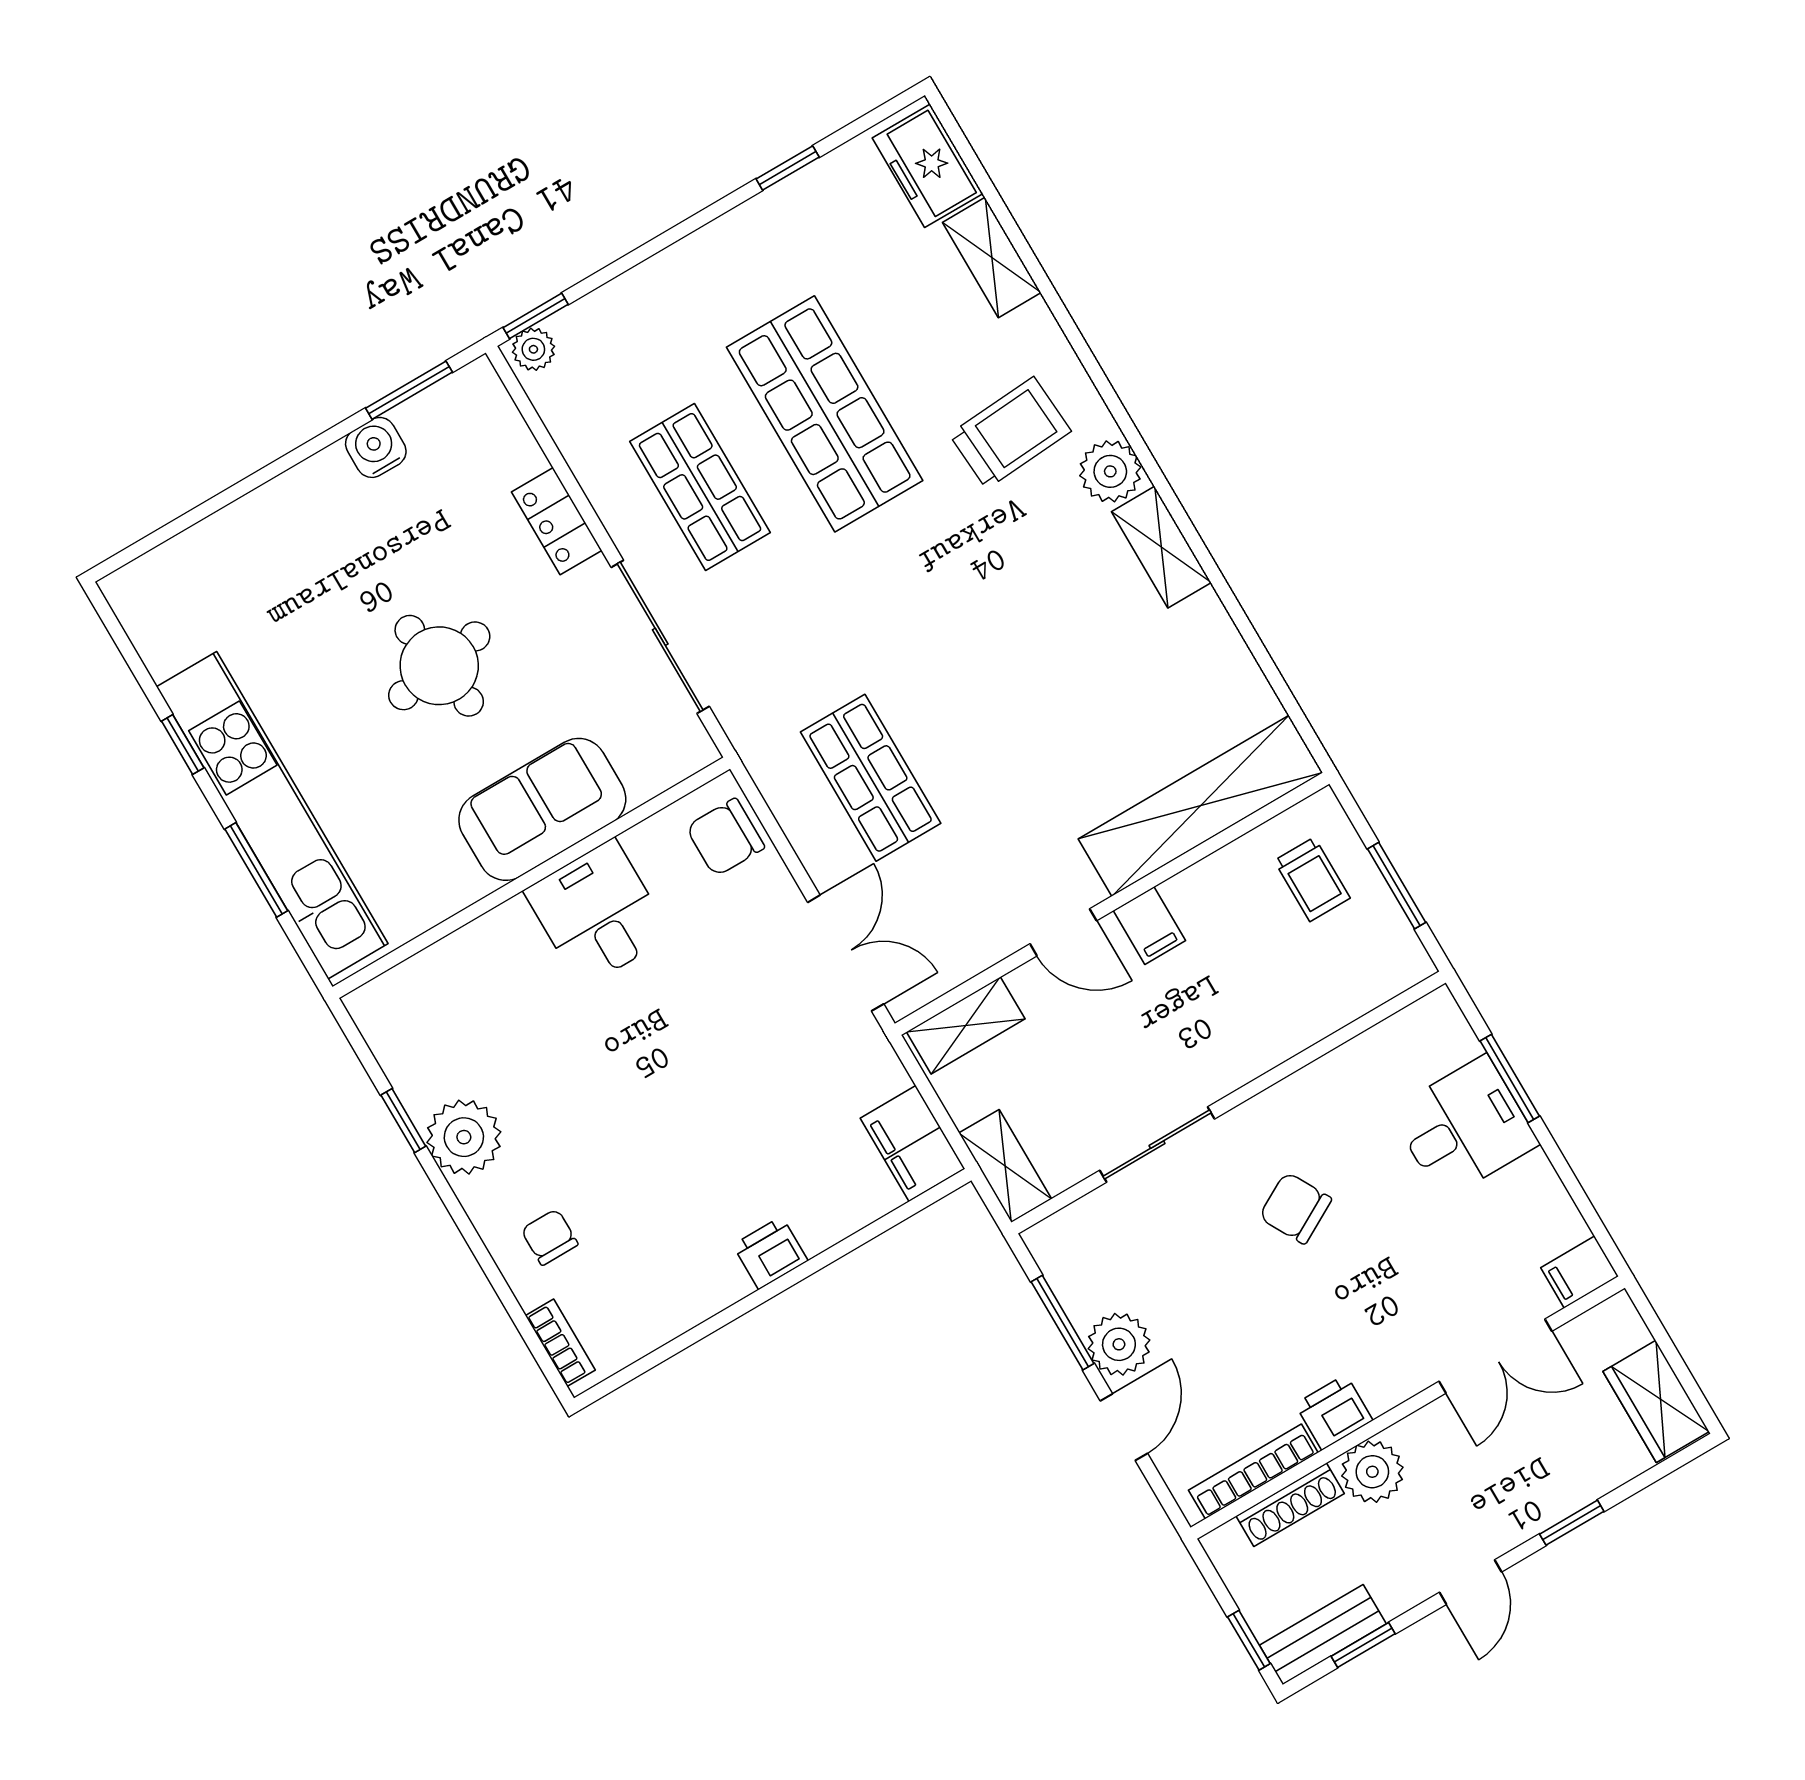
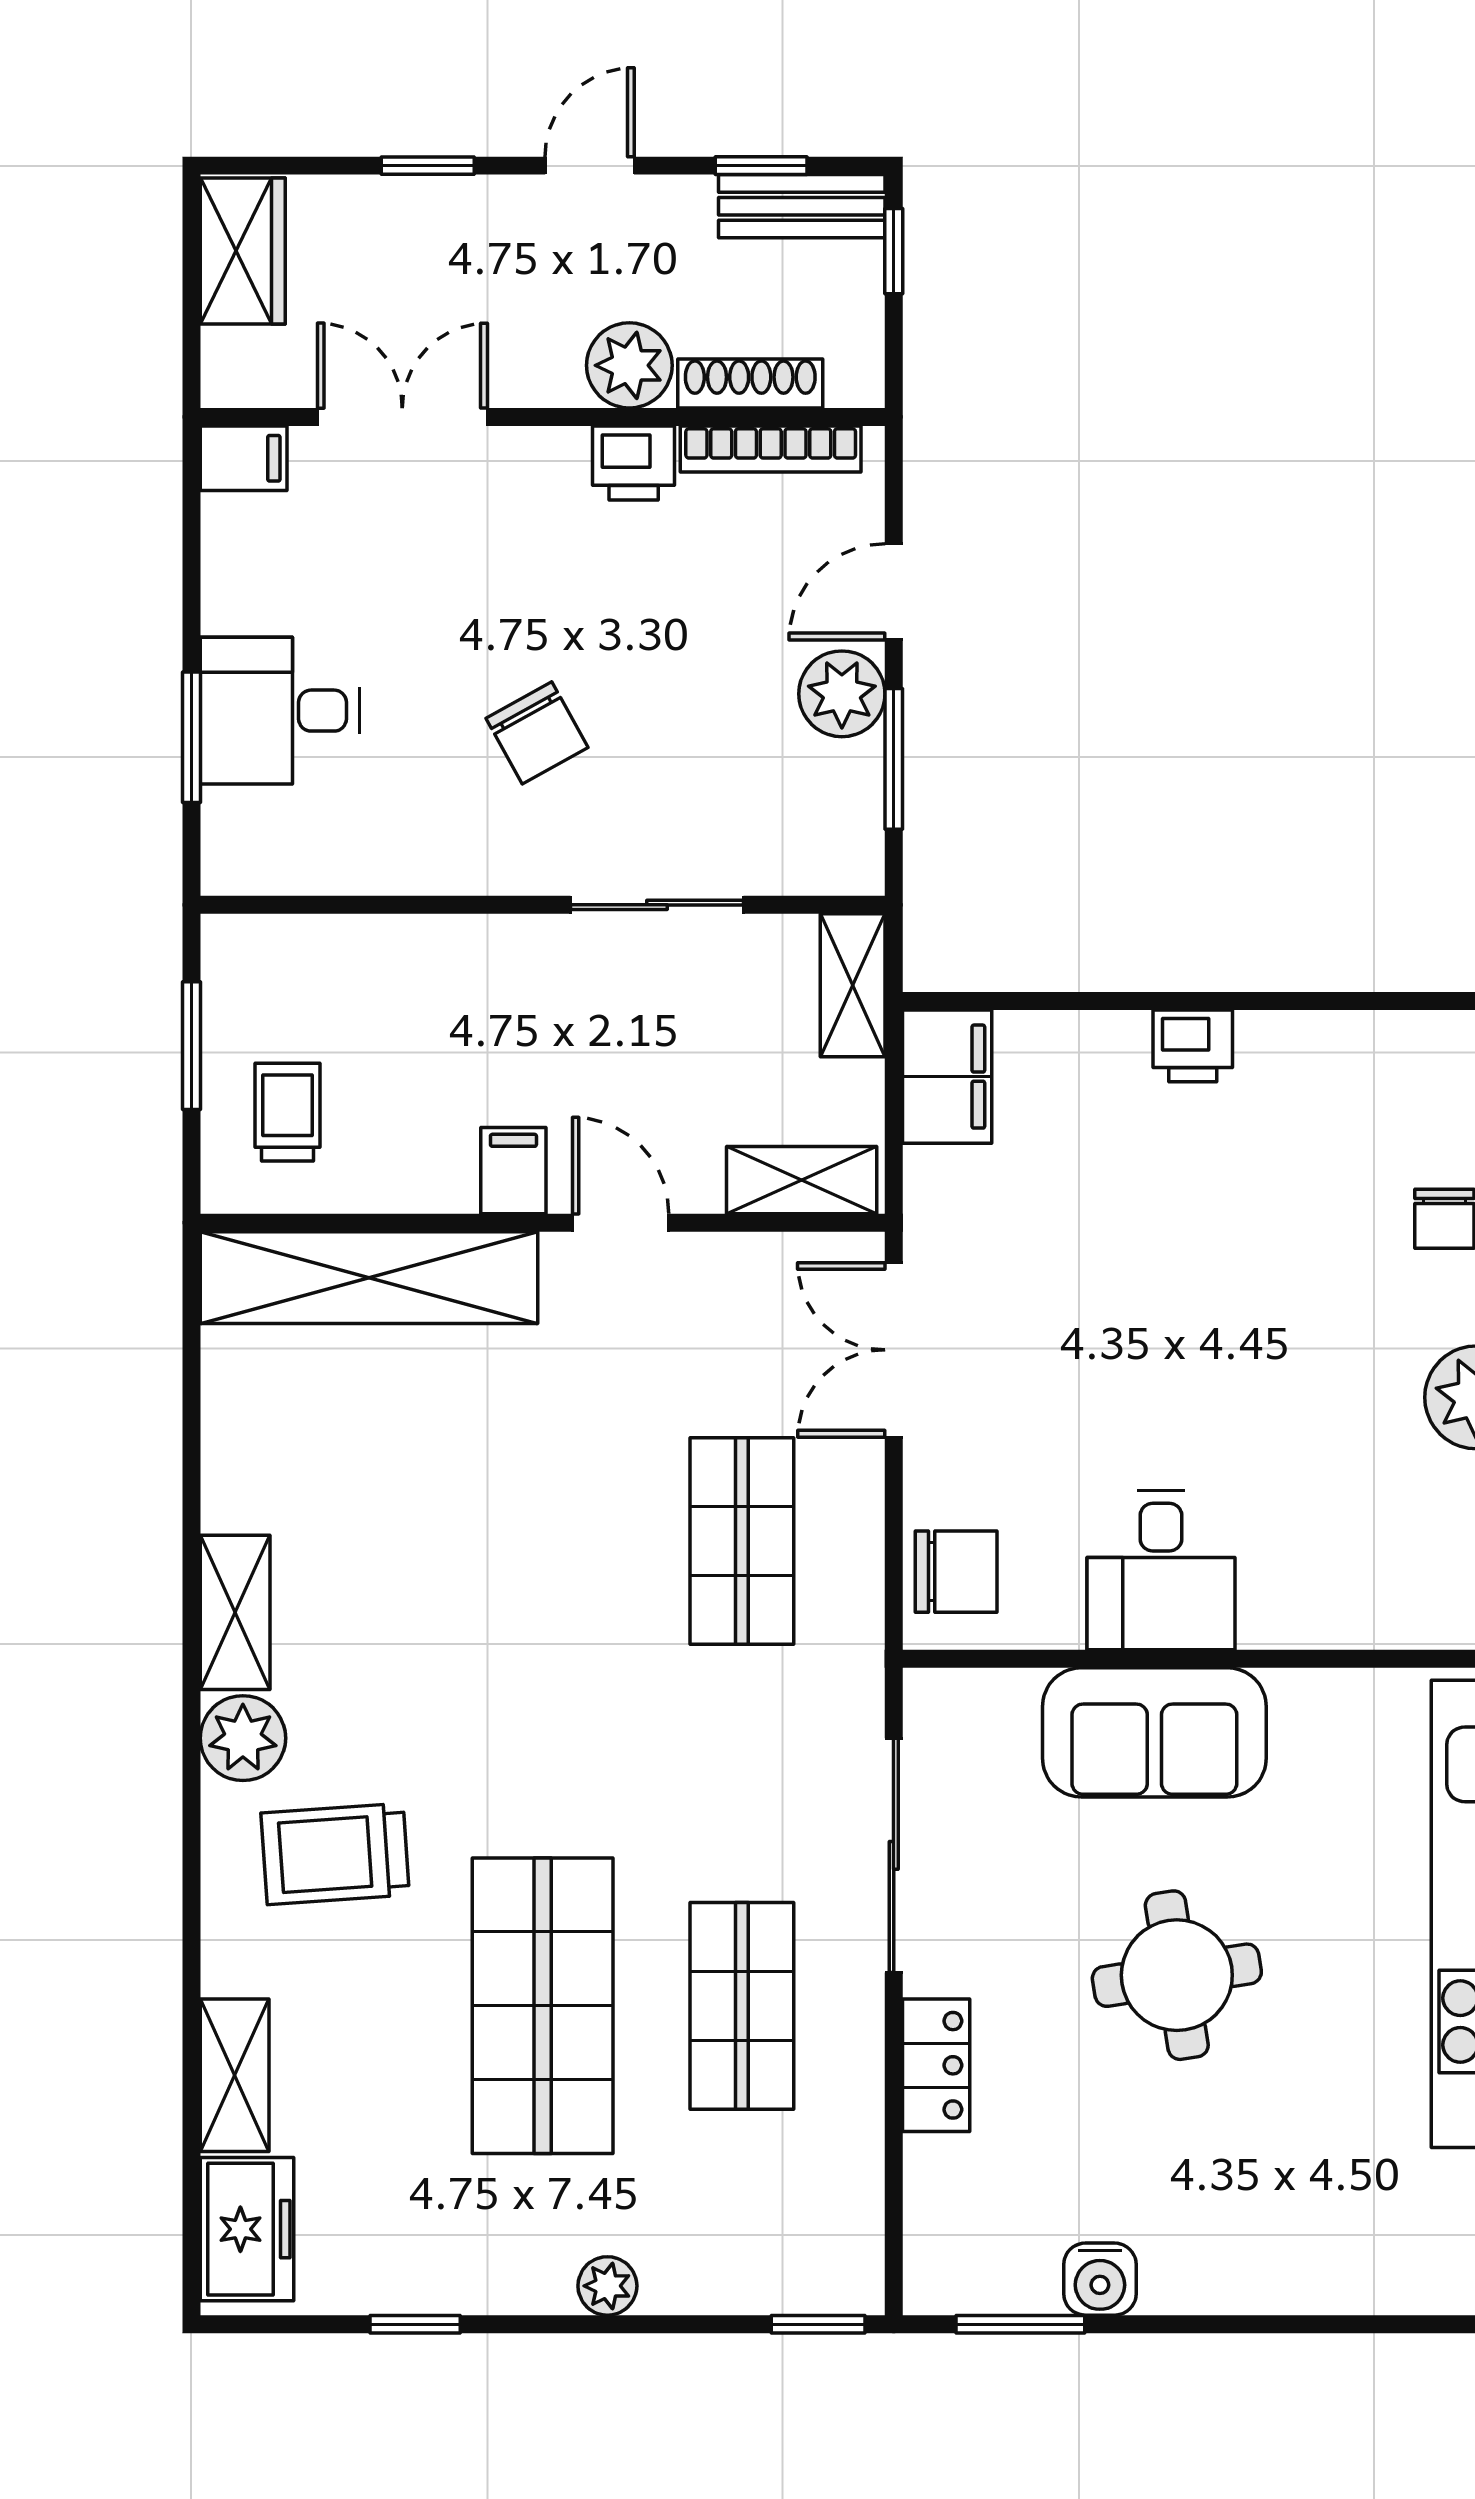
plant: (533, 349) -> (607, 2286), moved

